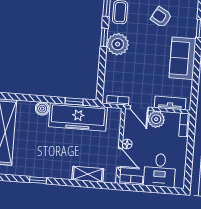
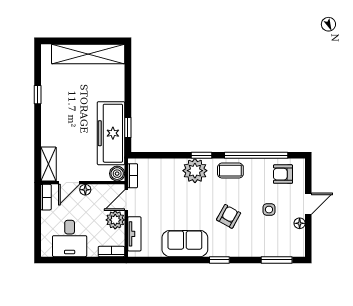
boiler: (42, 109) -> (117, 174), moved
desk: (160, 170) -> (70, 238), moved, turned -90
shelving: (88, 174) -> (48, 164), moved

